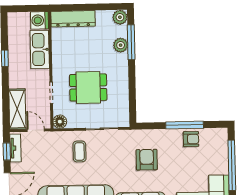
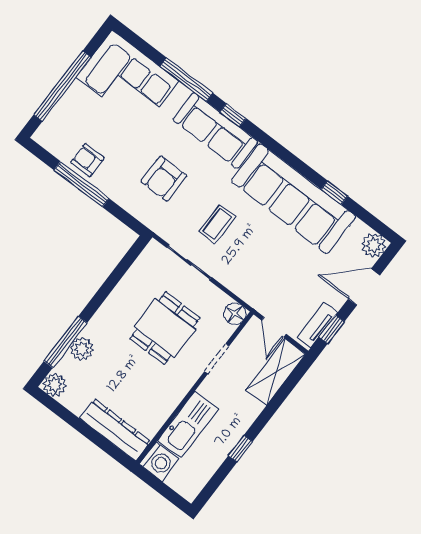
dining table: (88, 87) -> (165, 328), turned 90
coffee table: (79, 151) -> (217, 224), moved

